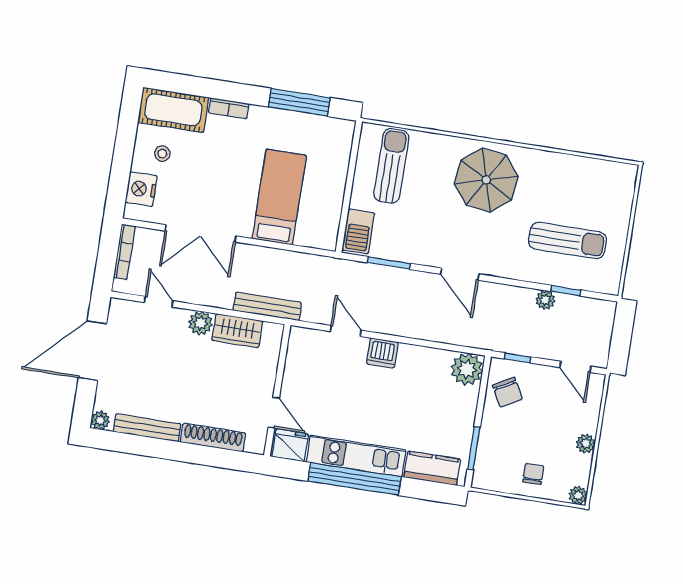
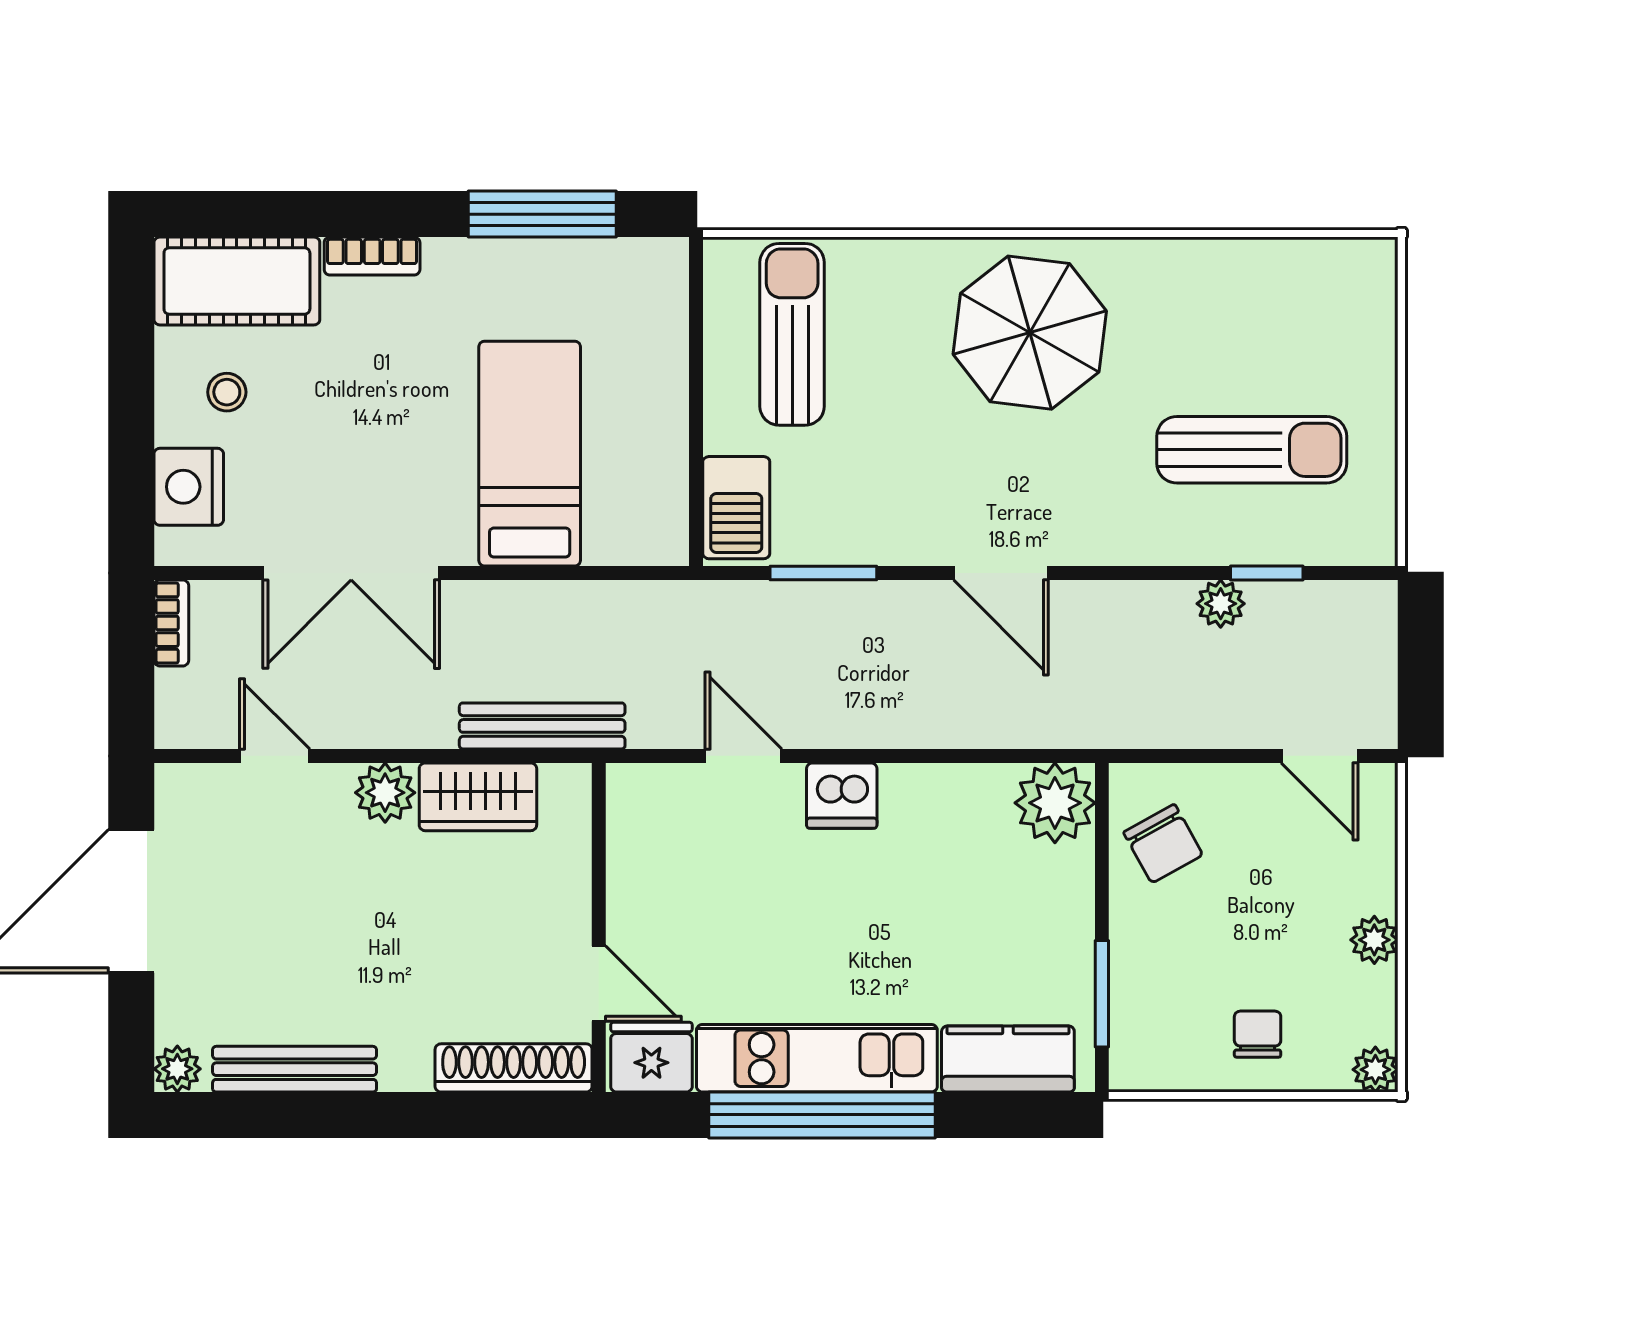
bookcase: (124, 252) -> (171, 623), width x0.64
window: (518, 358) -> (1174, 756), removed
shoe rack: (213, 438) -> (514, 1068), moved

